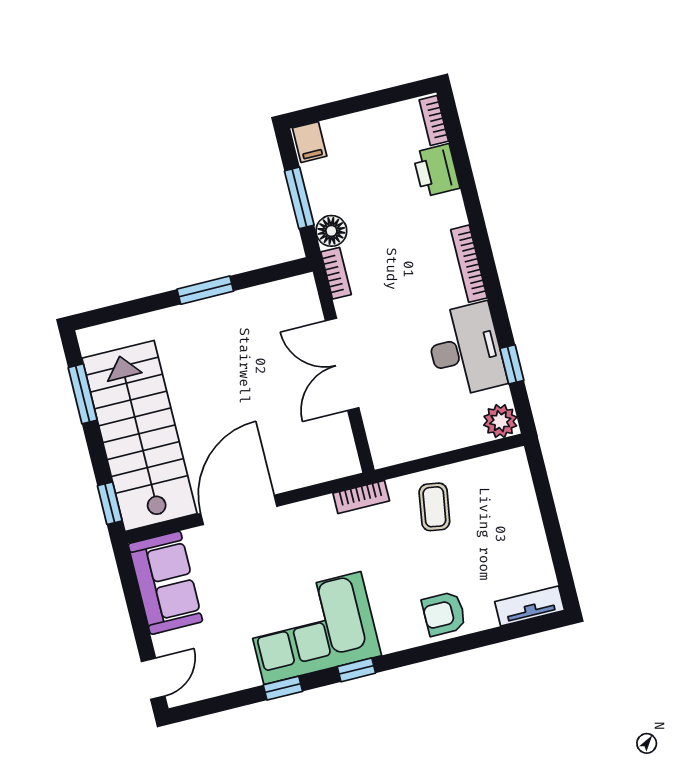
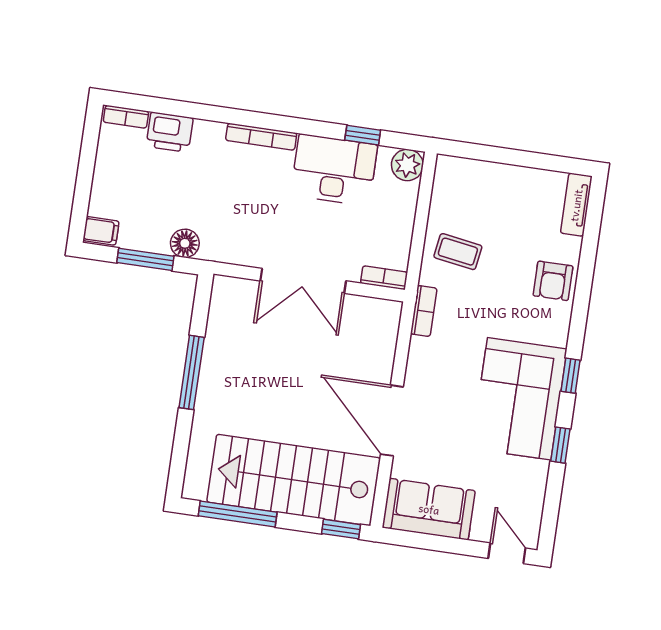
bookcase: (336, 273) -> (384, 278), moved
window: (205, 290) -> (192, 372), width x1.44
window: (83, 394) -> (238, 514), width x1.44

